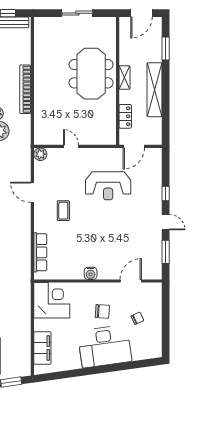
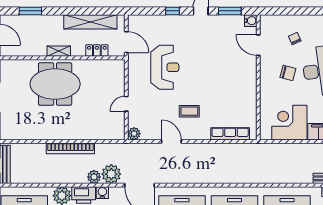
shelving: (155, 90) -> (90, 22), moved
door: (32, 192) -> (171, 141), swing flipped
water cooler: (91, 273) -> (251, 21), moved
corner desk: (52, 300) -> (289, 123), moved
chair: (102, 311) -> (288, 73), turned 101

